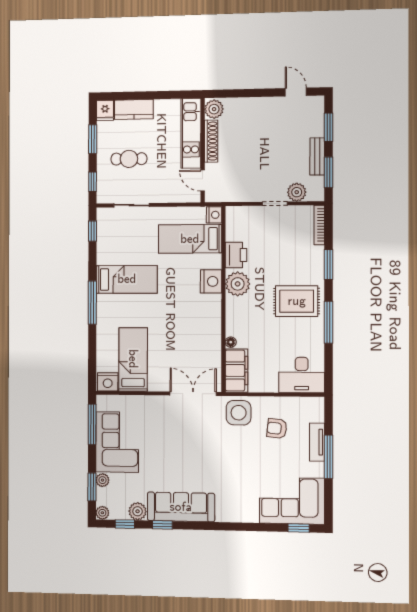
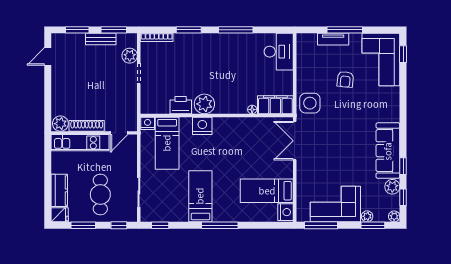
cafe table: (129, 159) -> (100, 195), width x1.37, depth x1.35
rug: (297, 301) -> (219, 56), removed
armchair: (277, 428) -> (345, 79), moved

